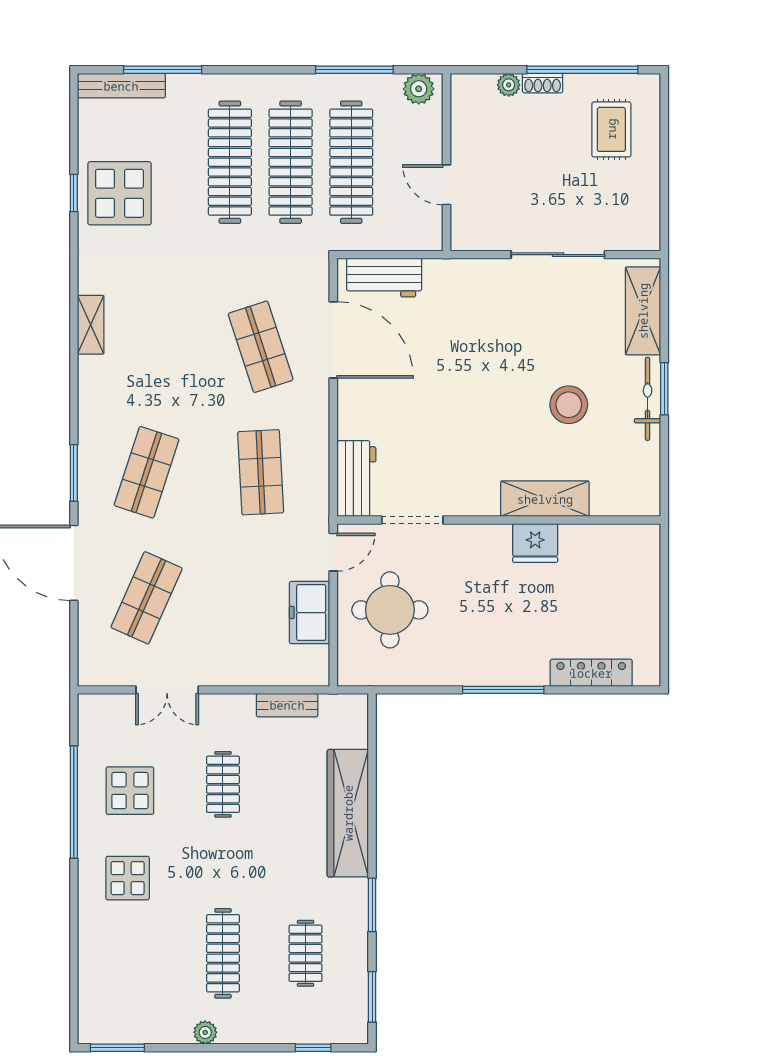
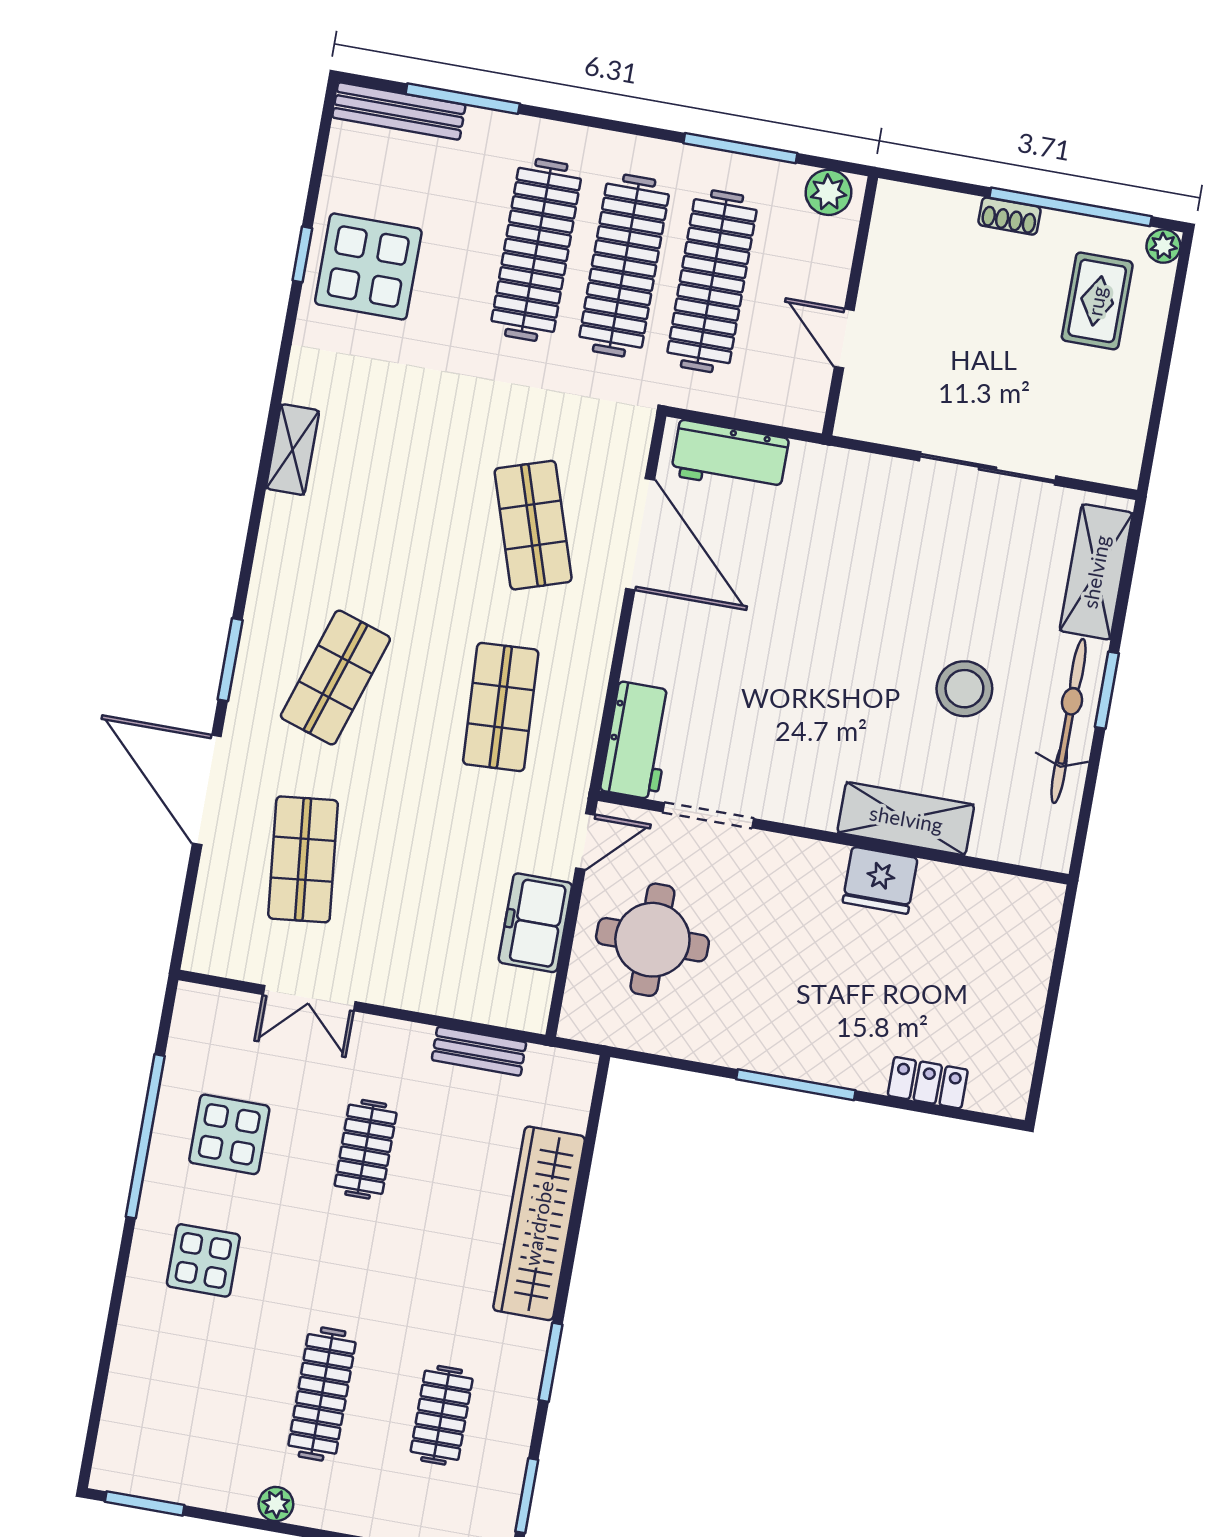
plant: (509, 85) -> (1163, 246), moved
bicycle: (648, 399) -> (1069, 721), width x1.37, depth x1.40
shop shelf: (147, 598) -> (303, 859), turned -30
locker: (591, 673) -> (928, 1083), width x0.66

